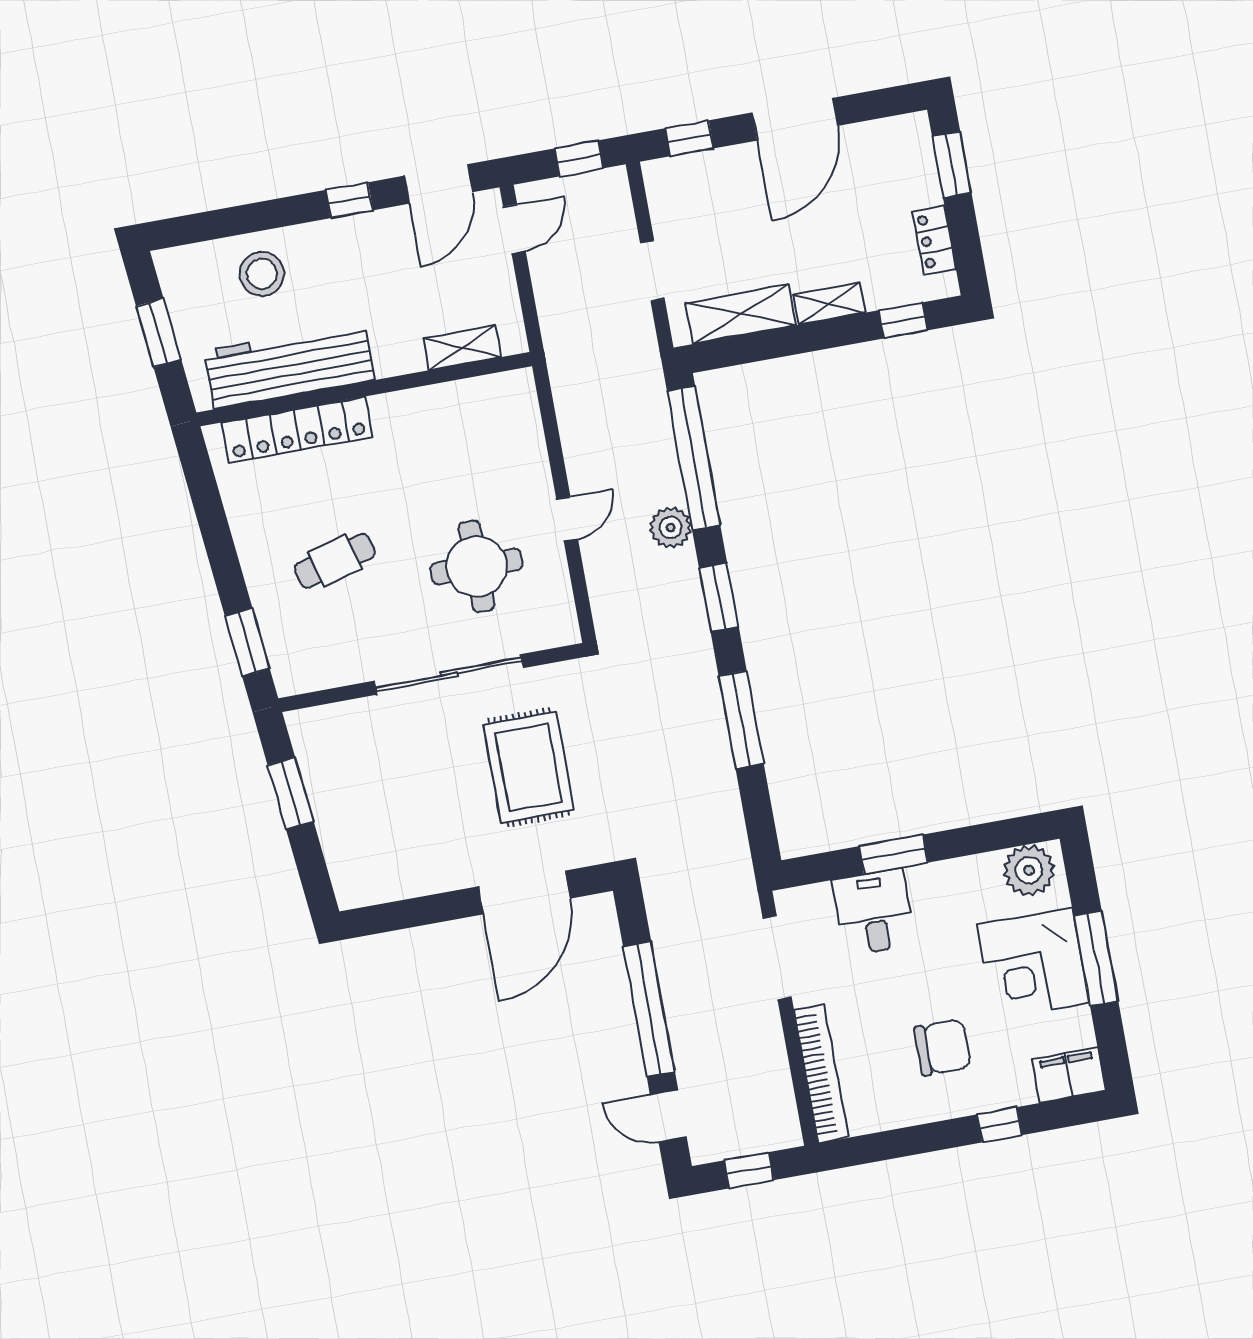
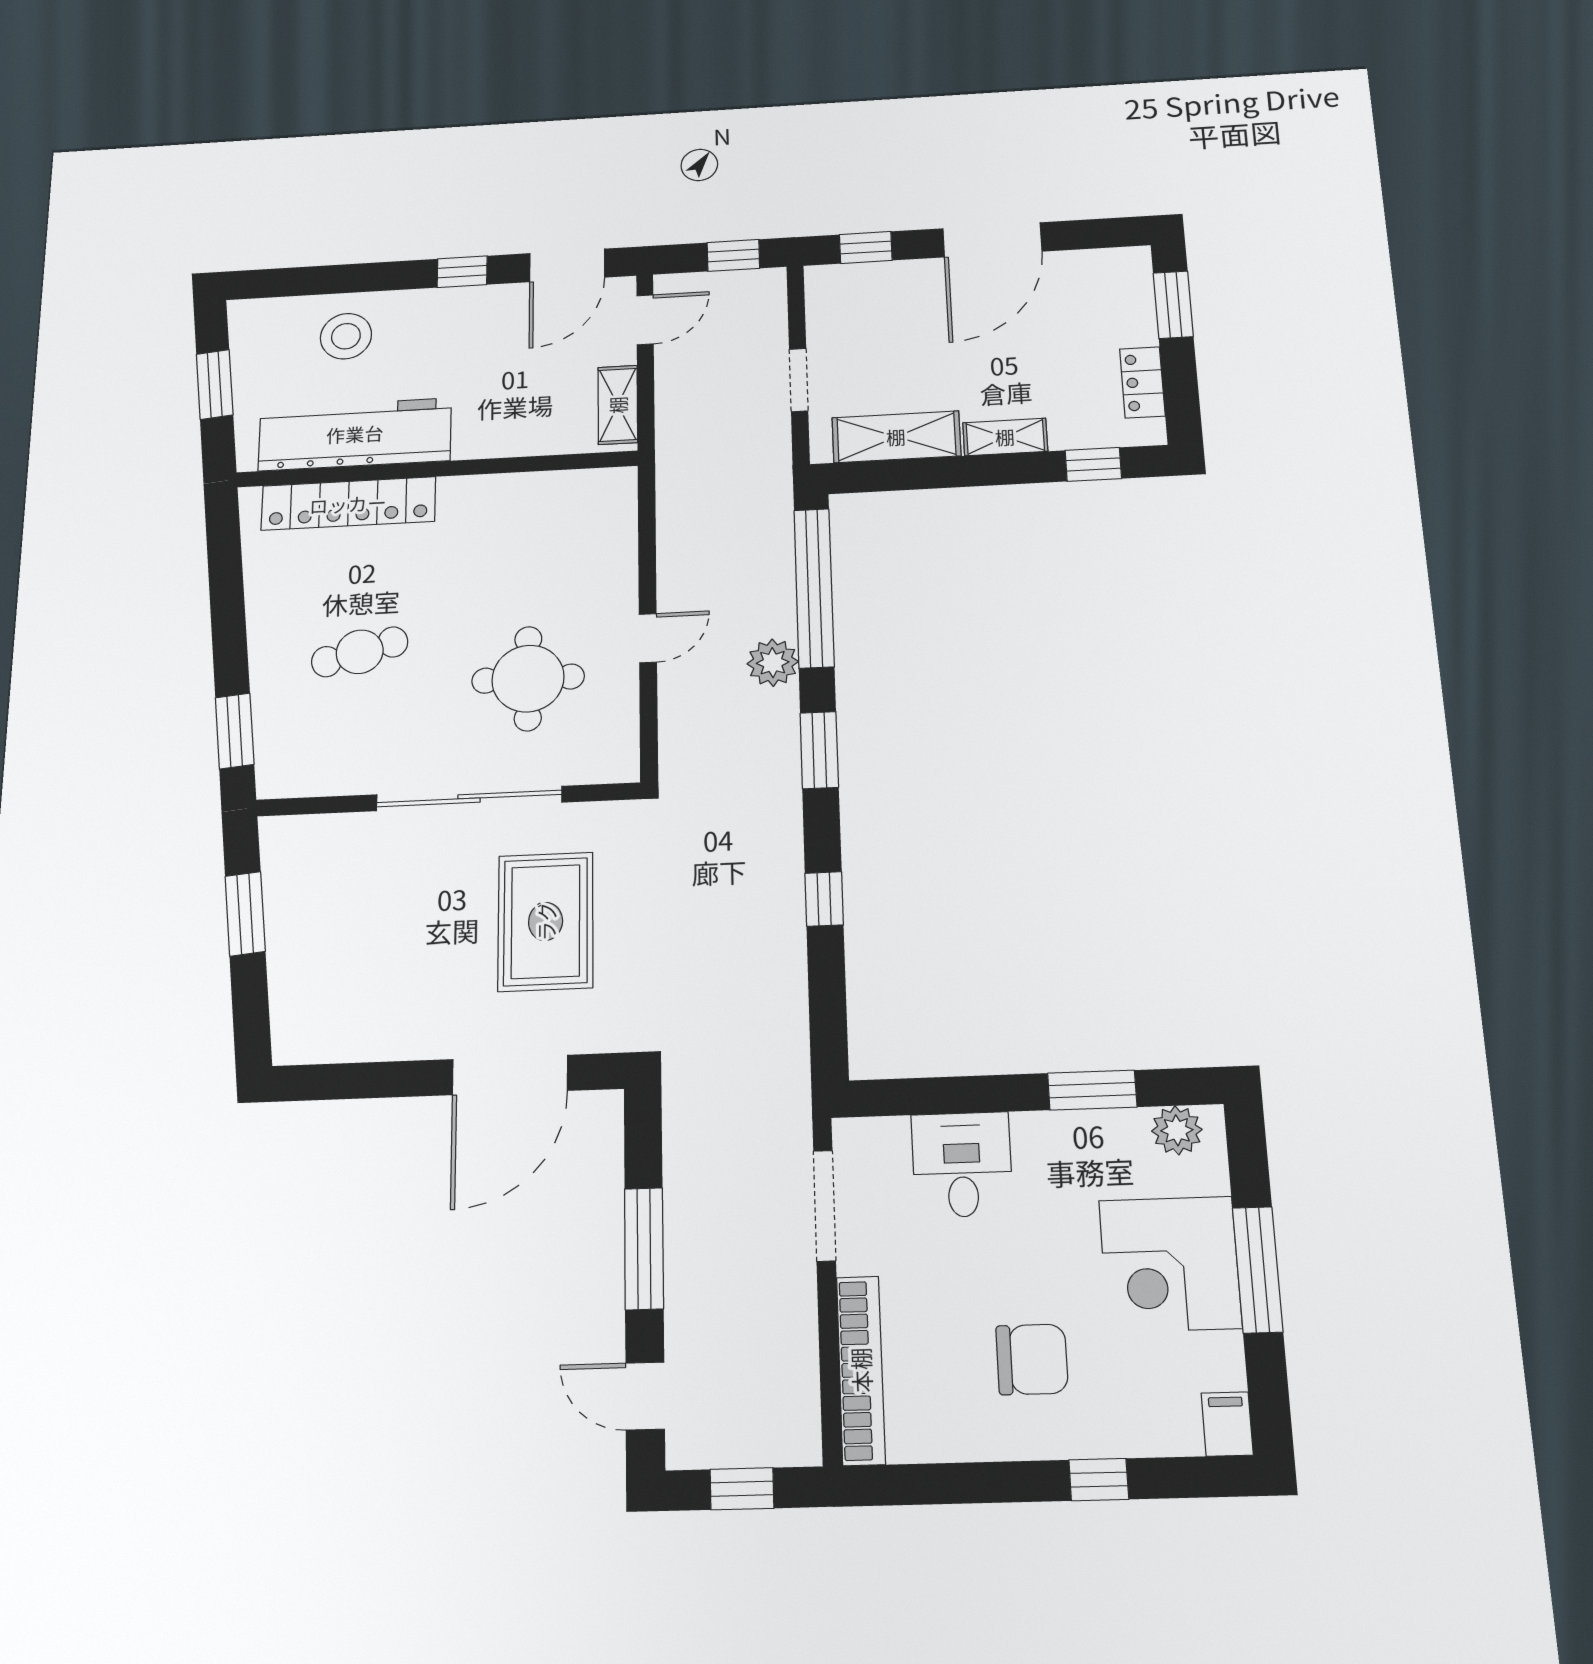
shelving: (462, 348) -> (618, 405), moved, turned 90
window: (741, 720) -> (824, 899), width x0.46
window: (893, 854) -> (1092, 1090), moved
plant: (1029, 870) -> (1177, 1130), width x0.73, depth x0.73
window: (649, 1009) -> (644, 1248), width x0.68
filing cabinet: (1069, 1075) -> (1227, 1424), width x0.50

